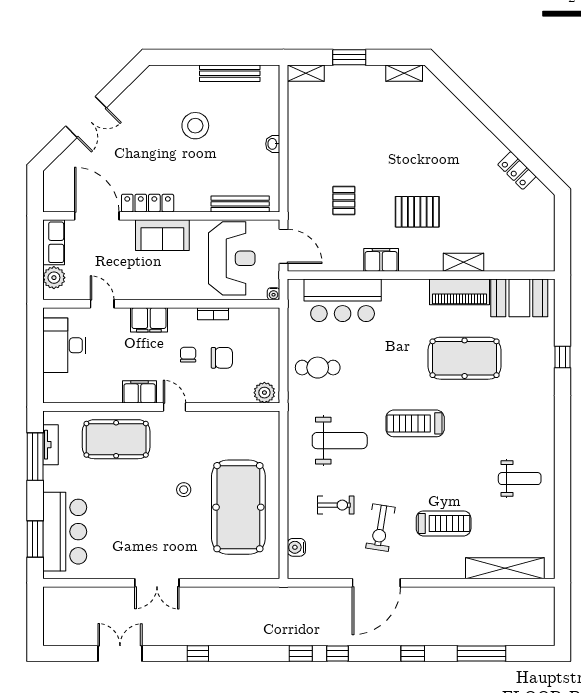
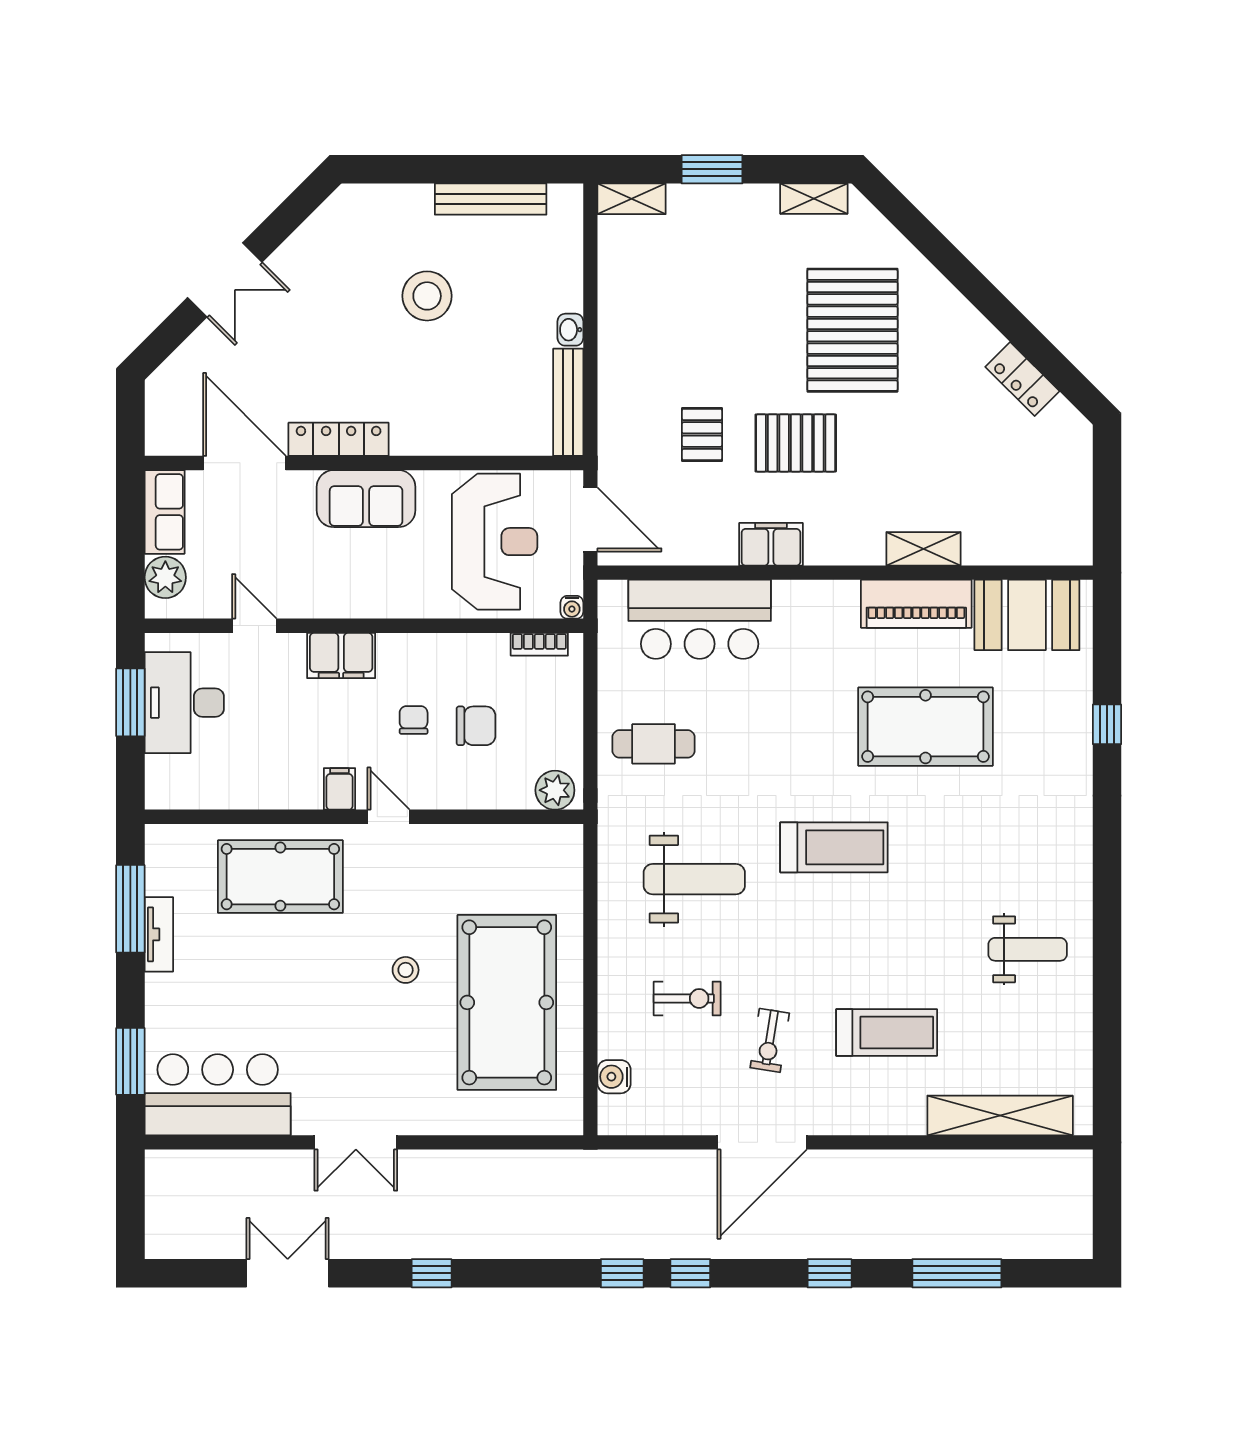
pallet: (425, 144) -> (852, 330), added
bench: (240, 204) -> (568, 402), moved, turned 90
pallet: (417, 212) -> (796, 443), moved
bookcase: (213, 314) -> (539, 644), moved
window: (35, 345) -> (130, 702), added
filing cabinet: (140, 392) -> (339, 789), width x0.50
treadmill: (415, 423) -> (834, 847), turned 180
tv unit: (50, 445) -> (159, 934), moved
exercise bike: (380, 528) -> (770, 1040), width x0.73, depth x0.72
bar counter: (65, 532) -> (218, 1095), moved, turned -90

